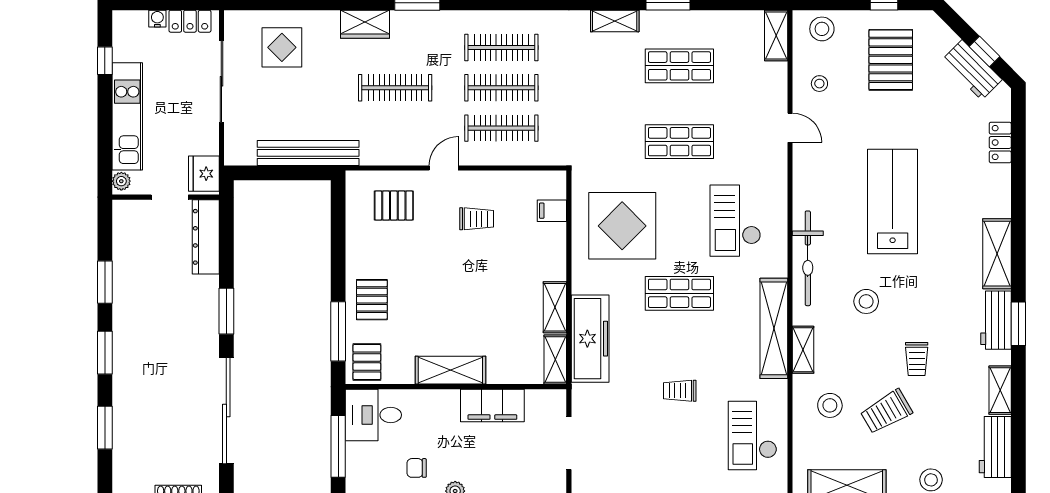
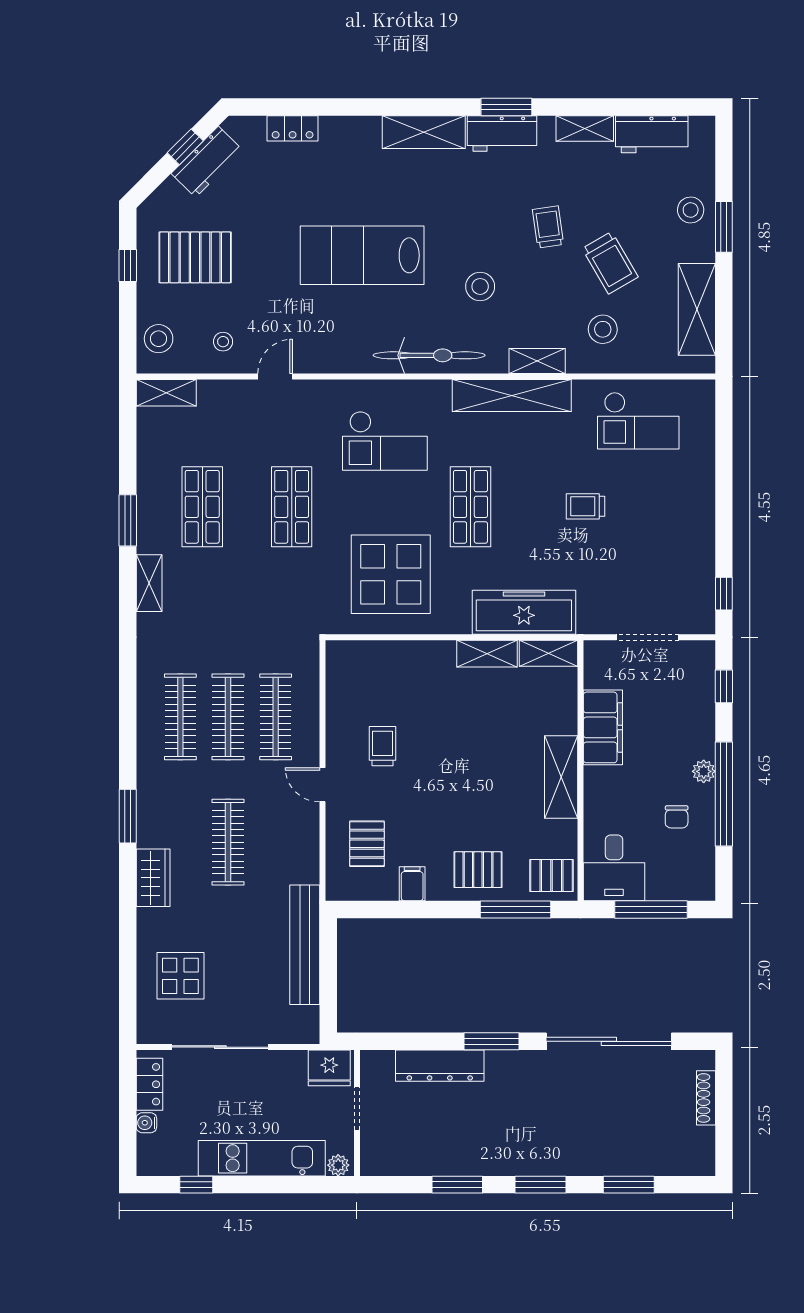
filing cabinet: (552, 211) -> (412, 884), moved, turned 180
dresser: (206, 237) -> (440, 1066), moved
trolley: (917, 359) -> (548, 227), turned -98
trolley: (680, 391) -> (585, 506), turned 90

